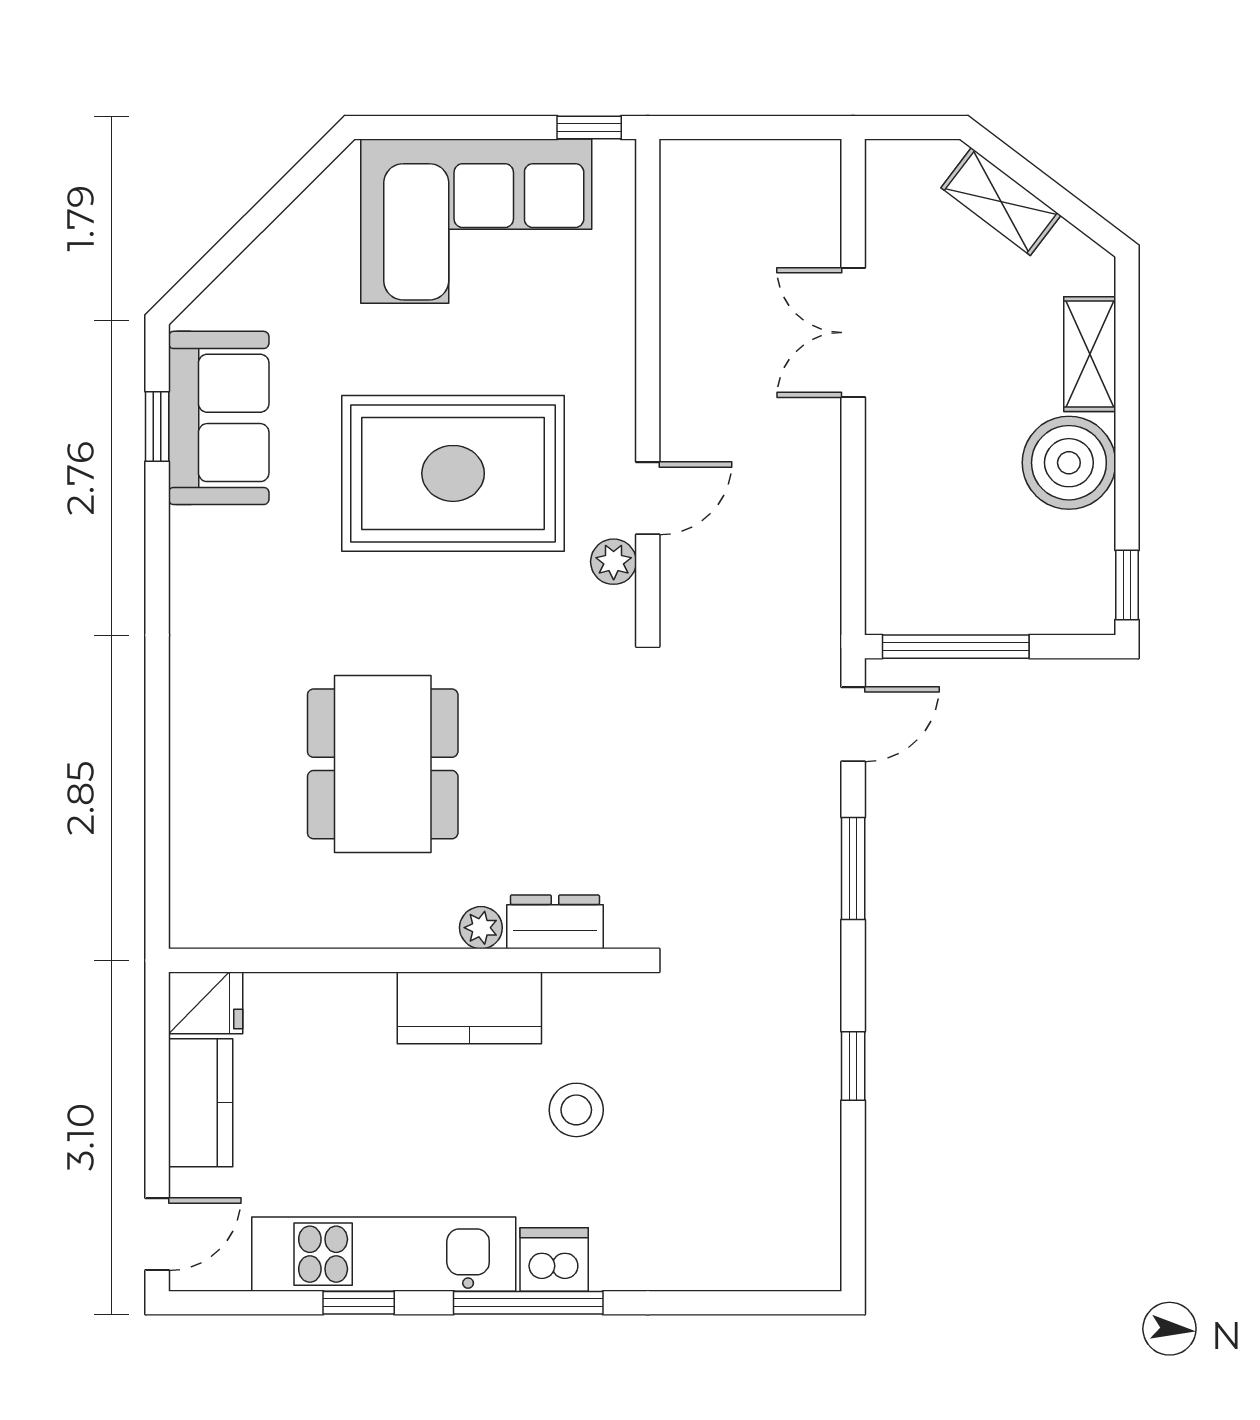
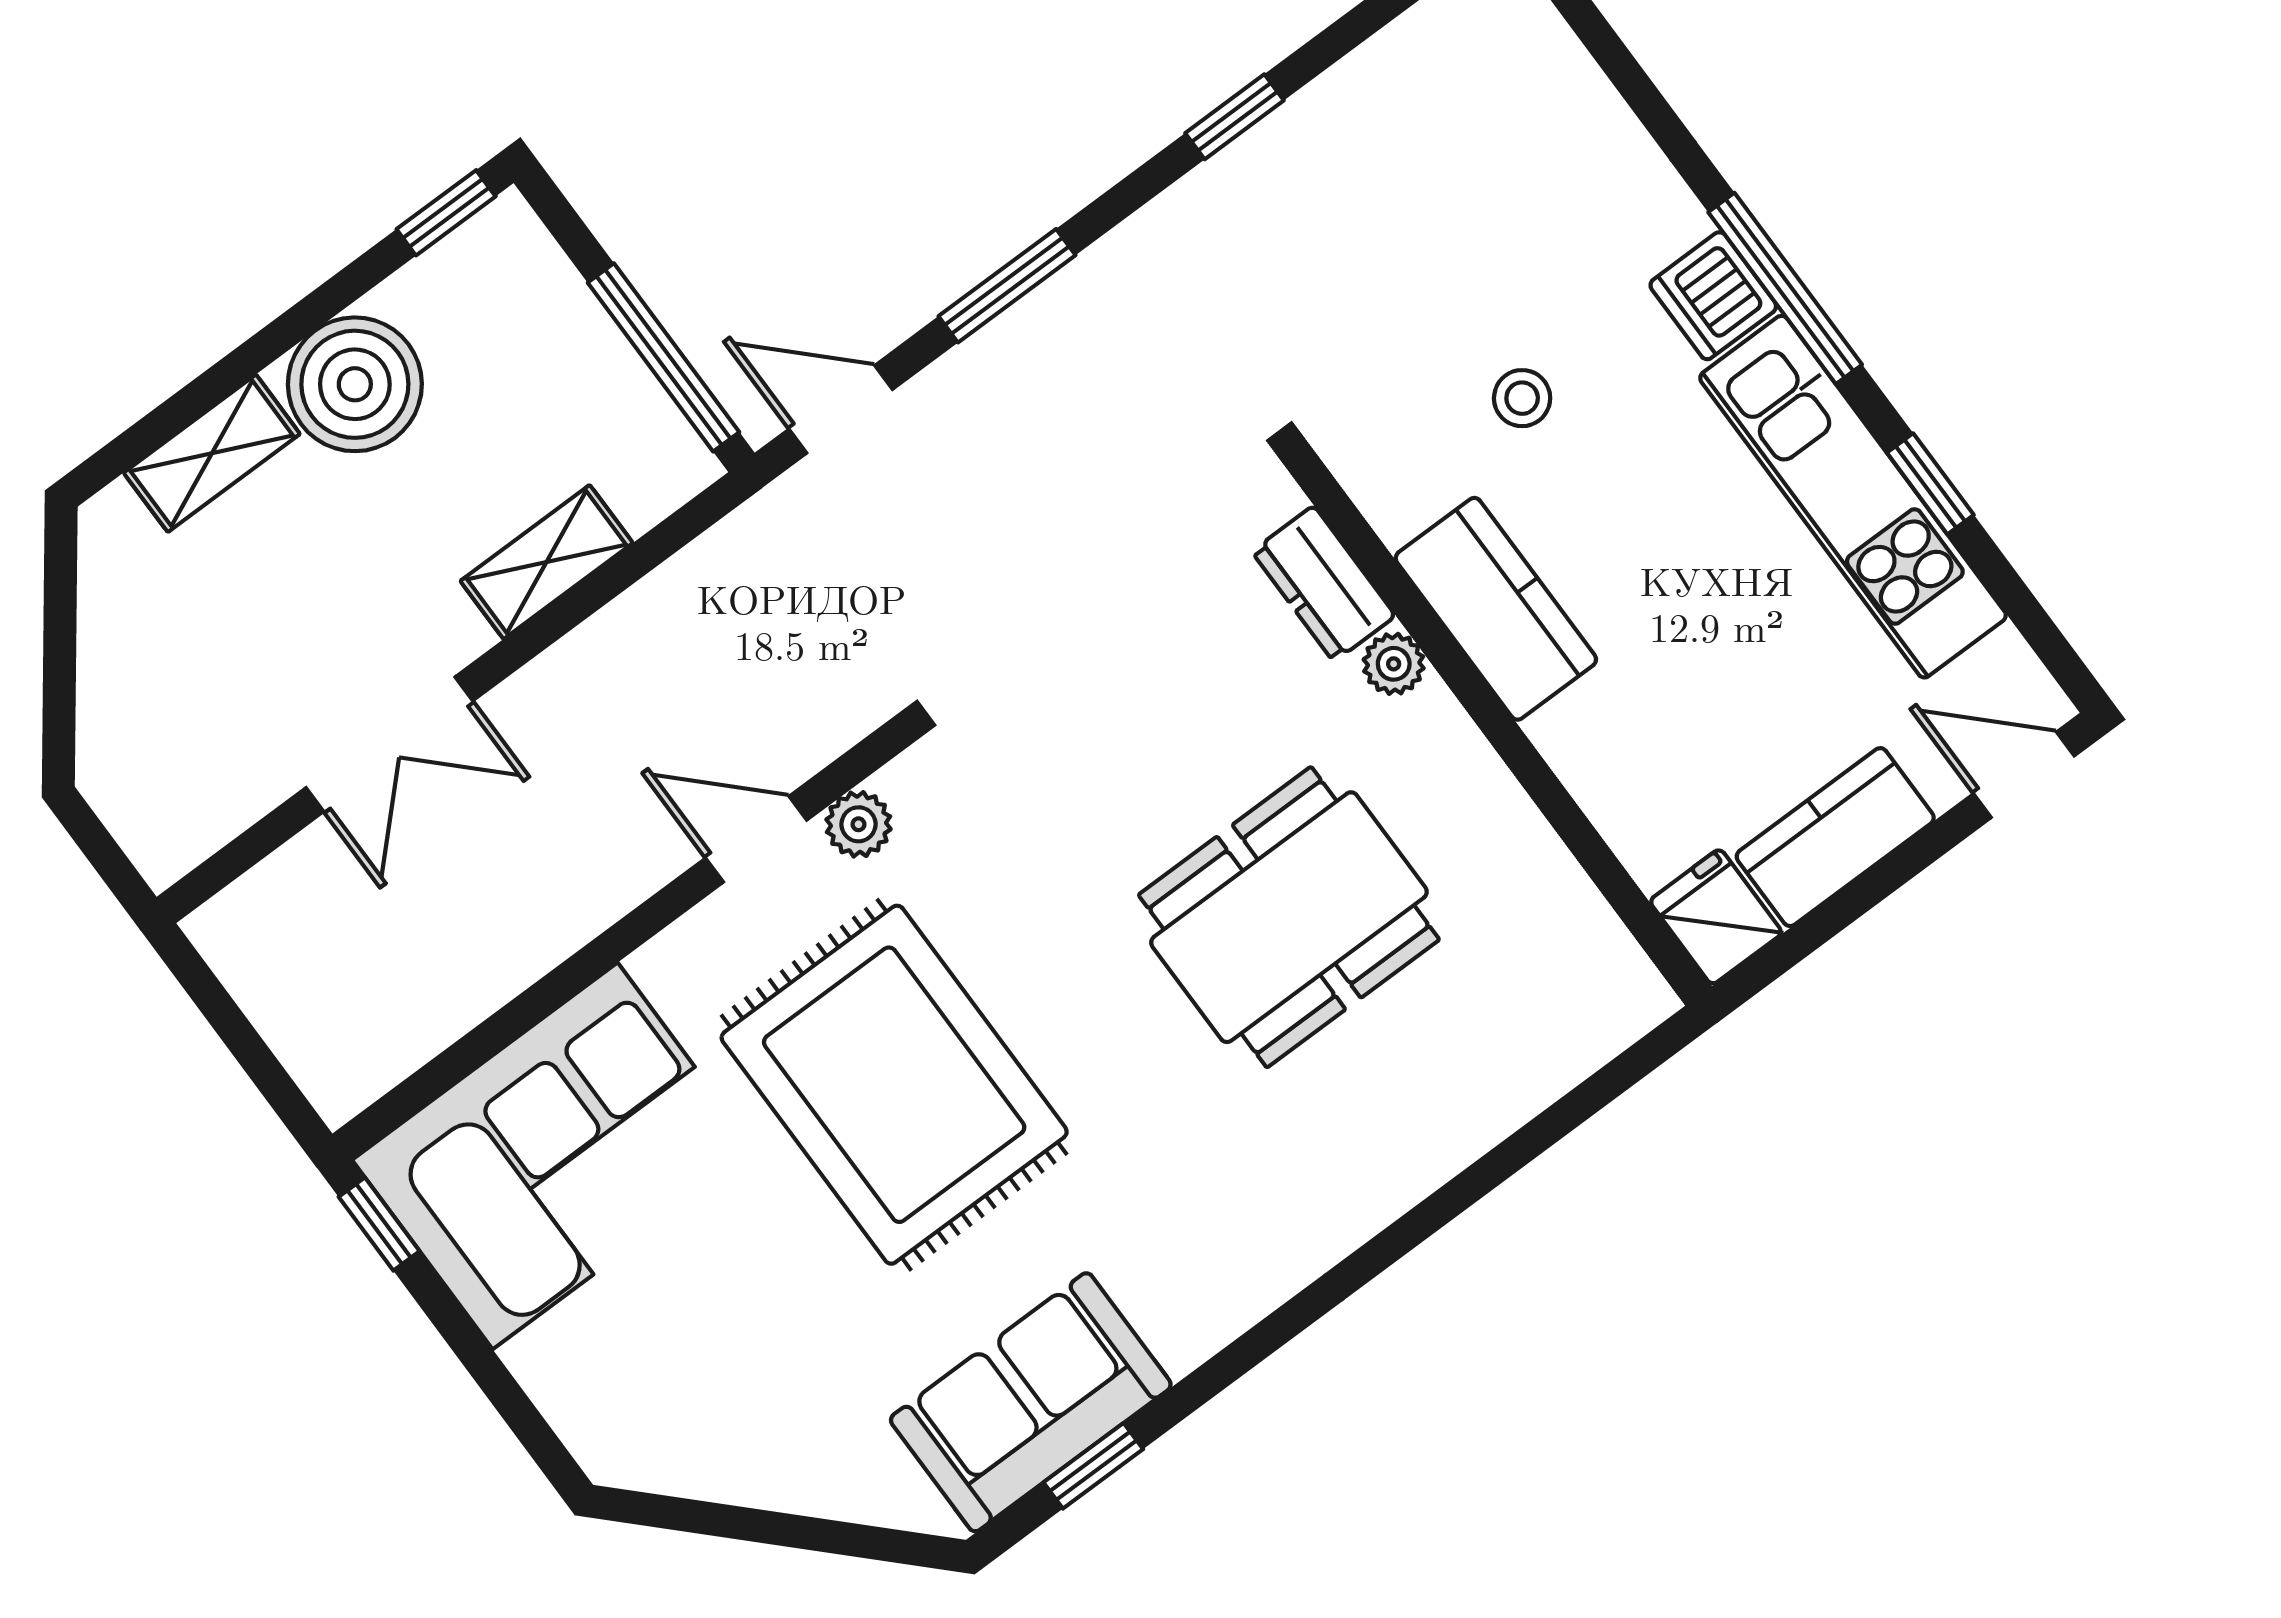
shelving: (1001, 201) -> (547, 562), moved, turned 53
corner sofa: (476, 221) -> (555, 1156), moved, turned 90
stool: (576, 1110) -> (1522, 398), width x0.73, depth x0.73

